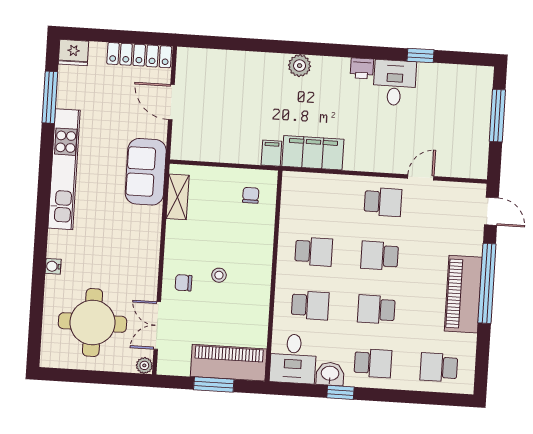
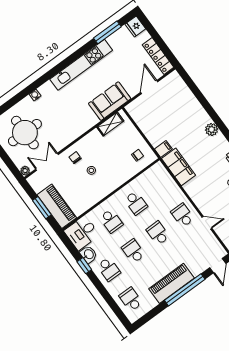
school desk: (383, 202) -> (182, 215), turned 180

